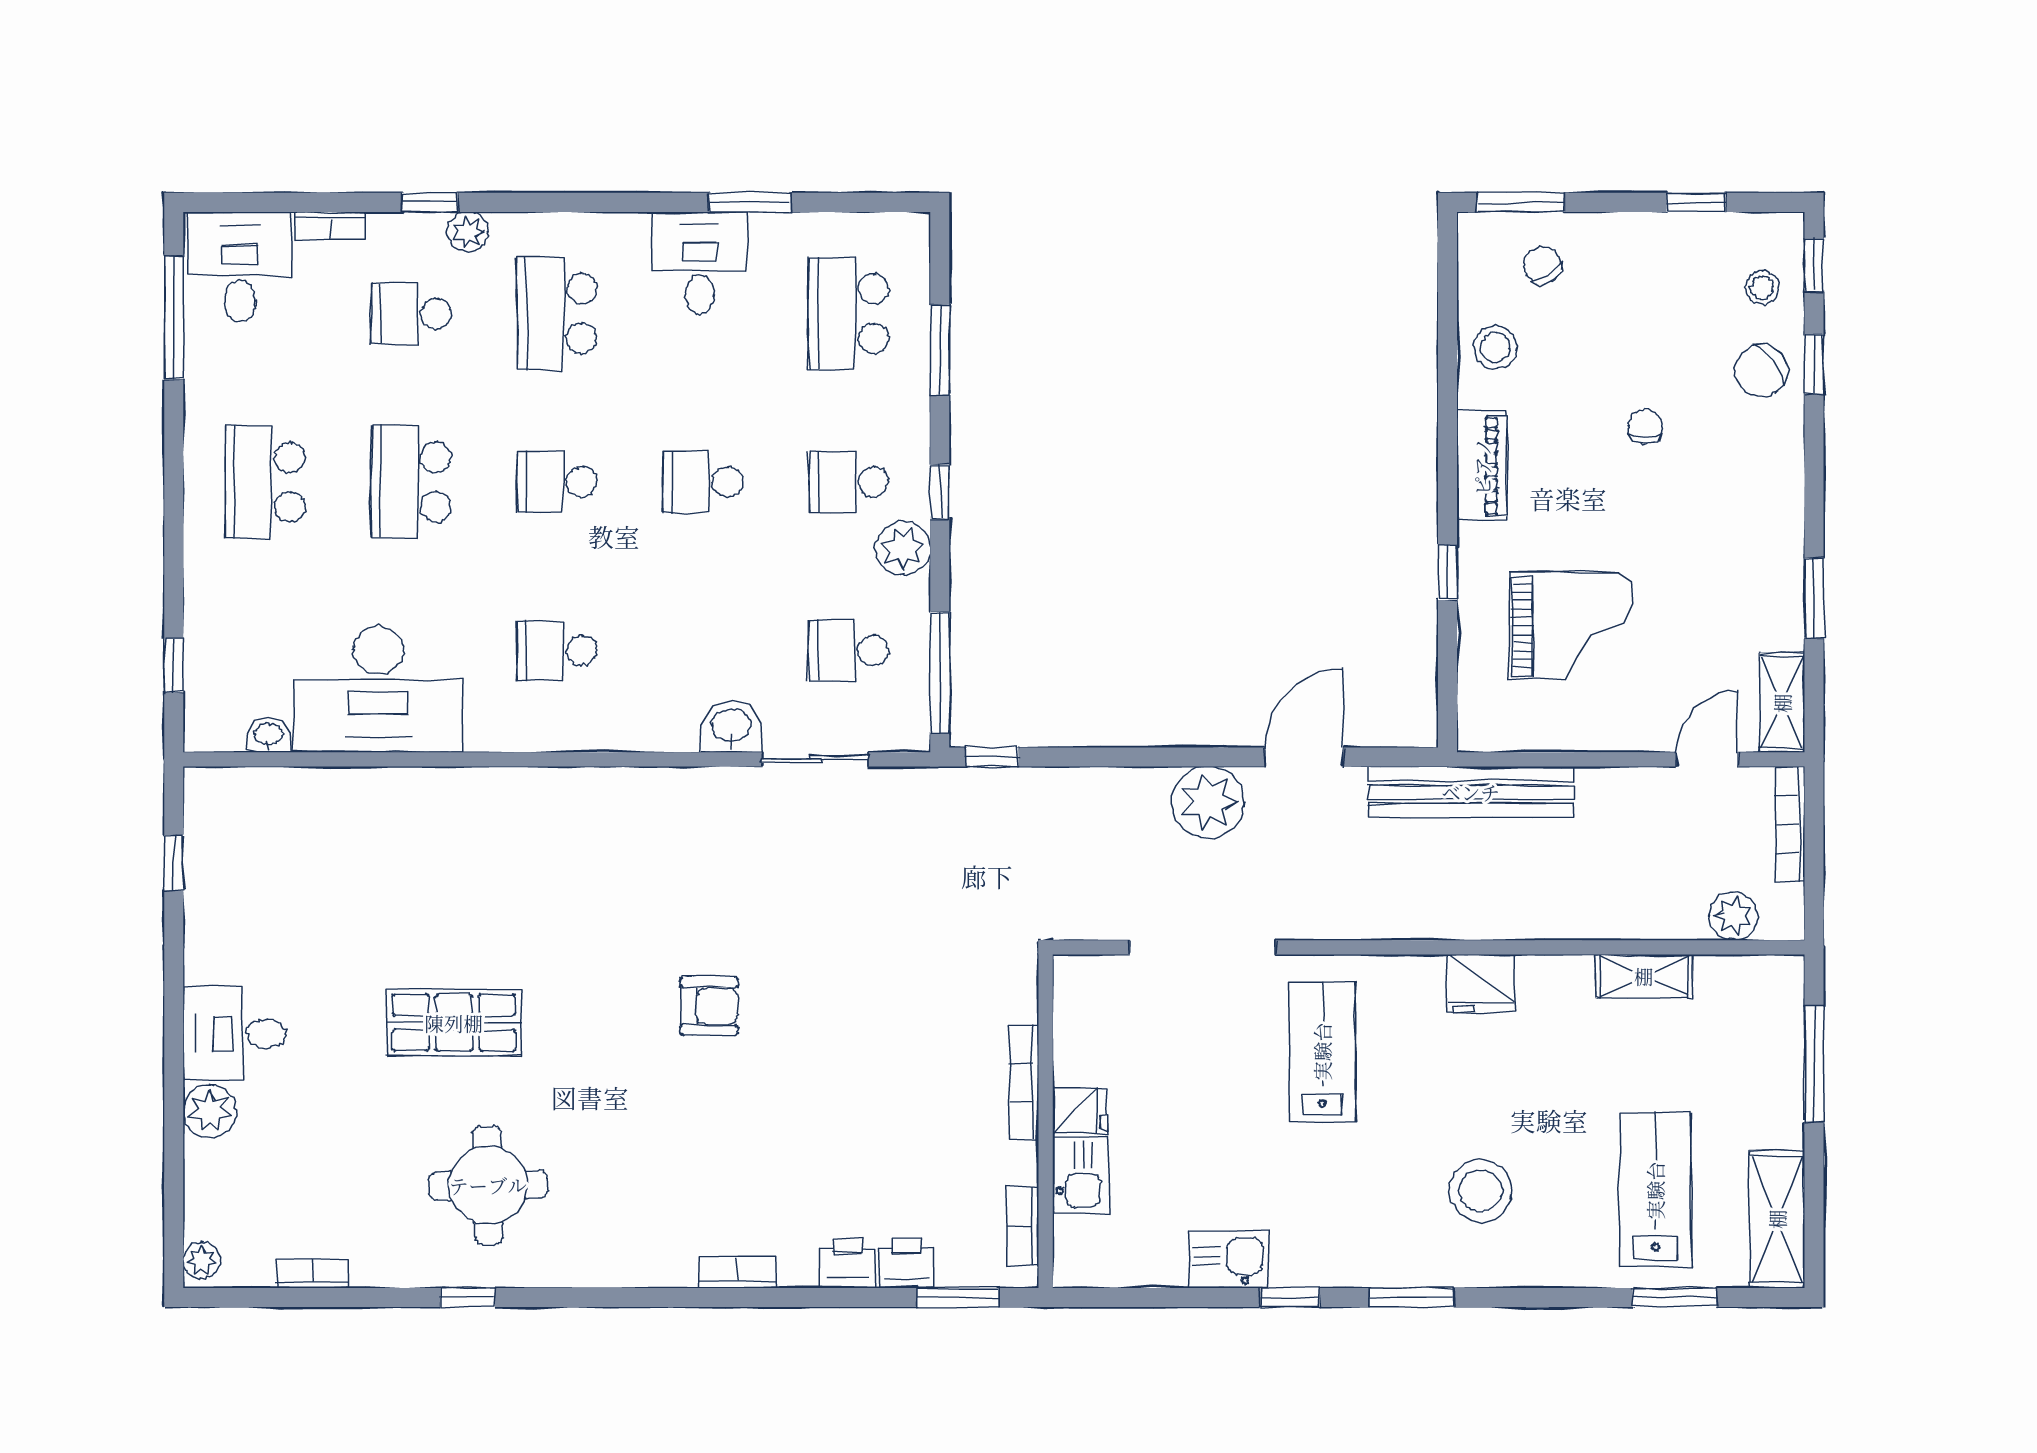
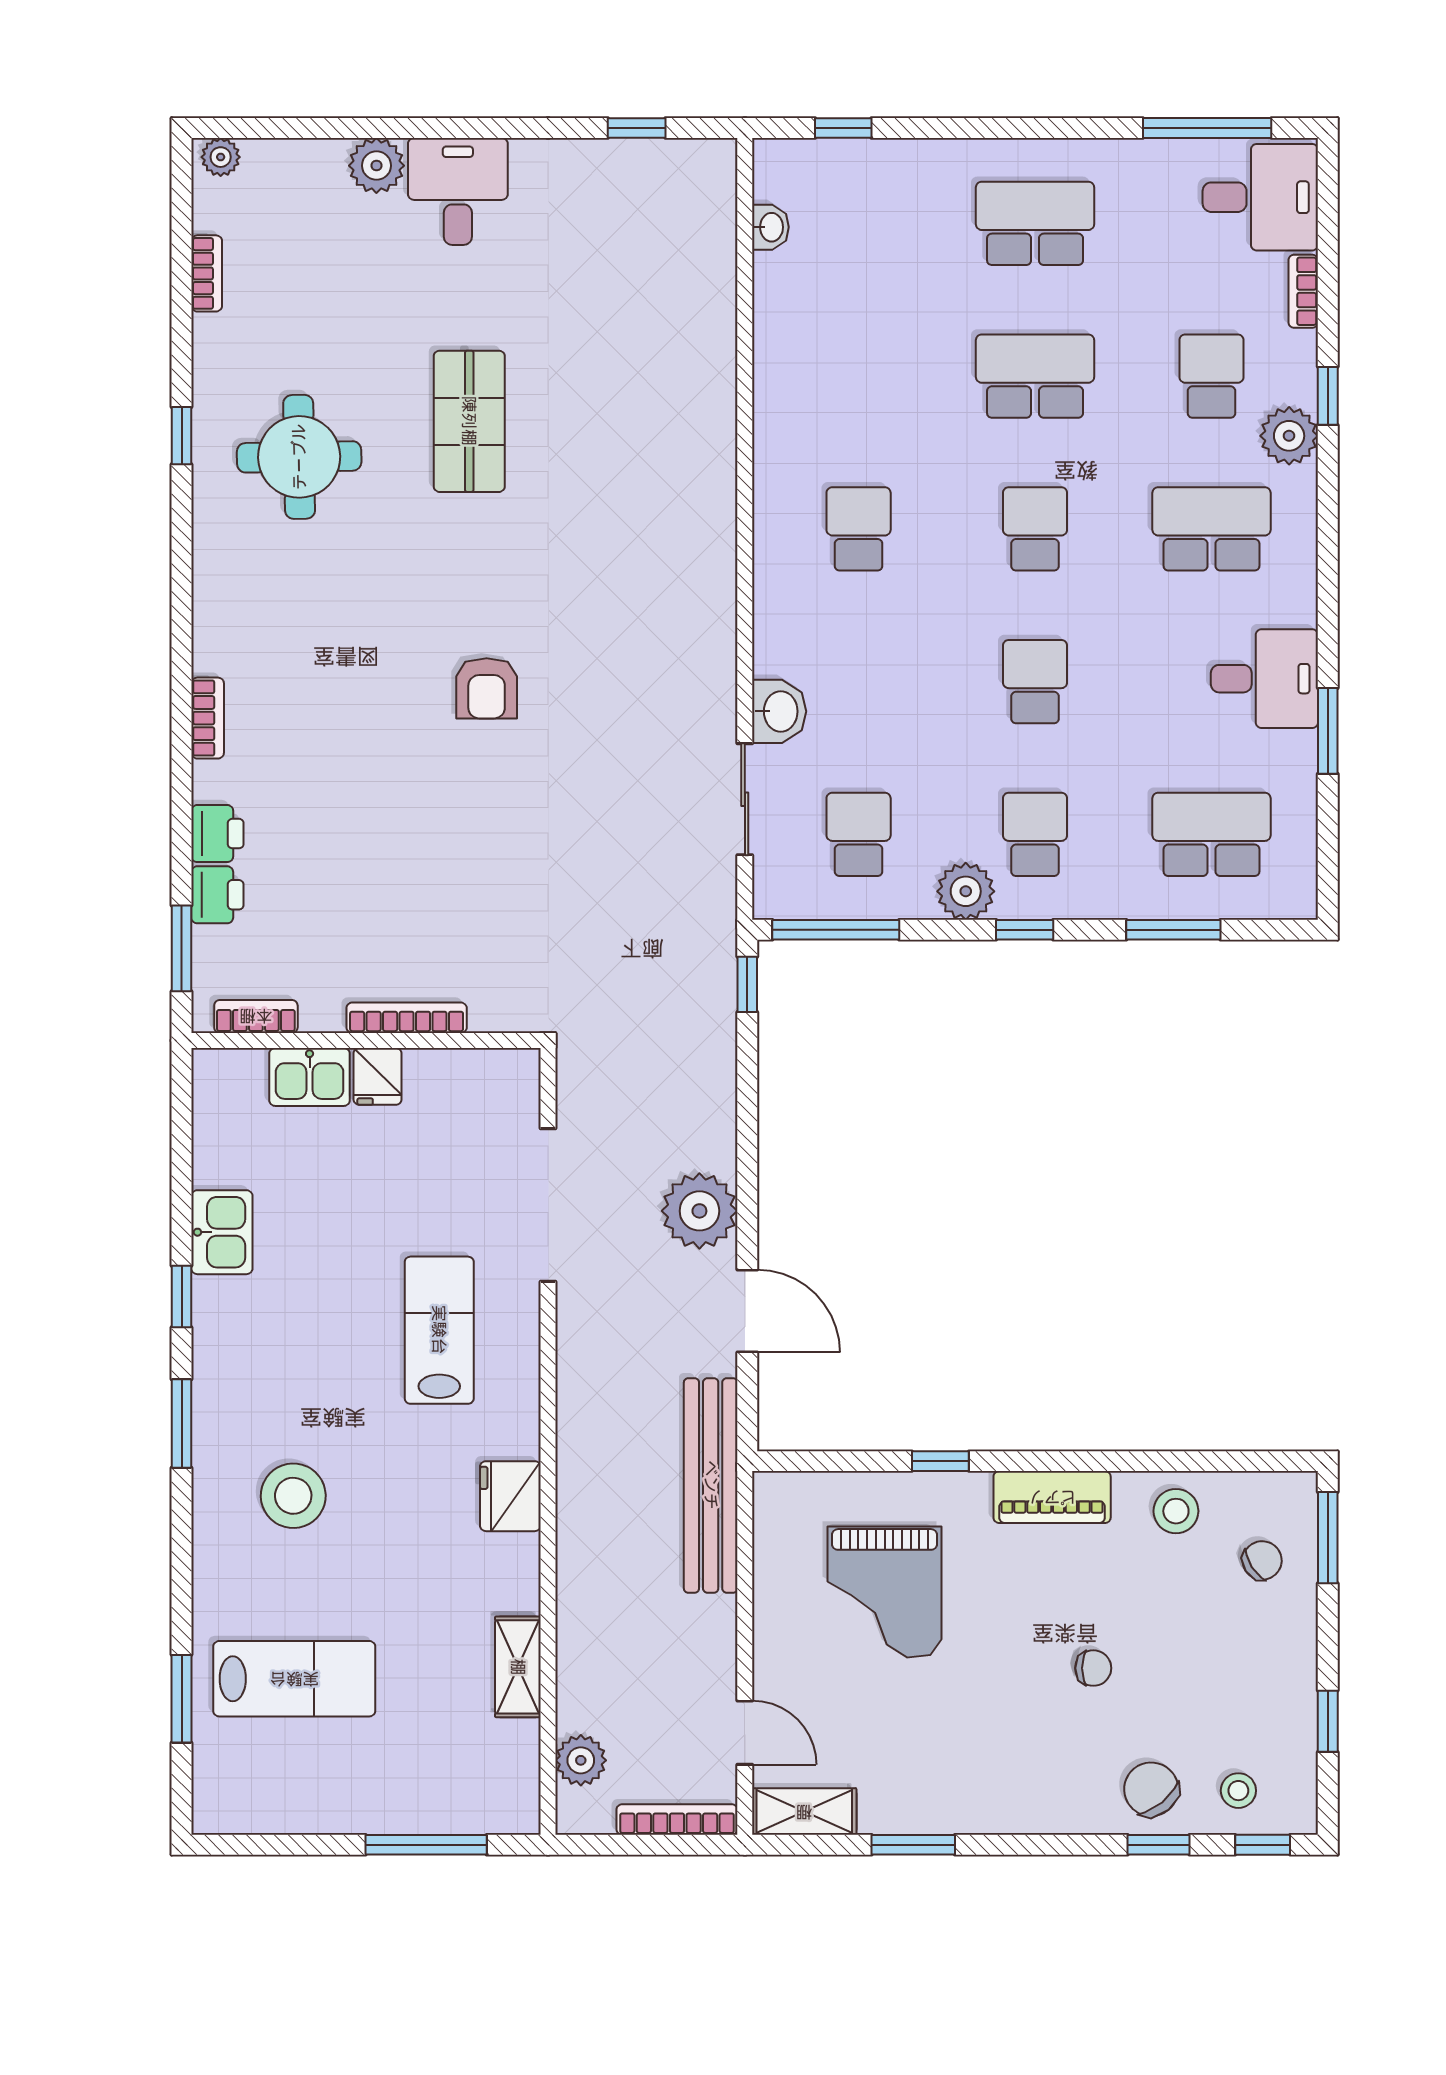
plant: (468, 232) -> (1289, 436), width x1.38, depth x1.38
desk: (378, 689) -> (818, 342), removed
lab bench: (1322, 1051) -> (439, 1330), turned -90
shelving: (1777, 1219) -> (263, 1806), removed

